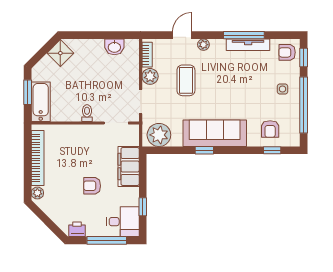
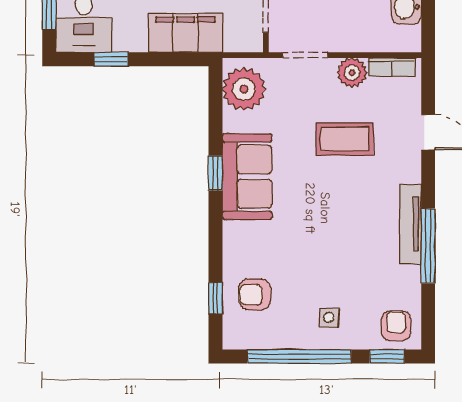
plant: (203, 45) -> (411, 171), removed
tv unit: (248, 45) -> (411, 224), moved
sofa: (215, 133) -> (247, 177), width x0.73

